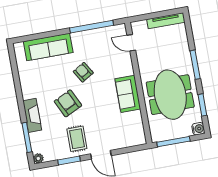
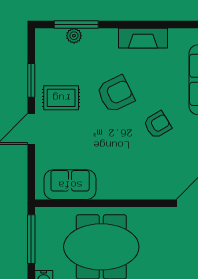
sofa: (128, 94) -> (70, 185), moved
fireplace: (32, 115) -> (143, 38), moved
plant: (38, 158) -> (74, 36), moved

